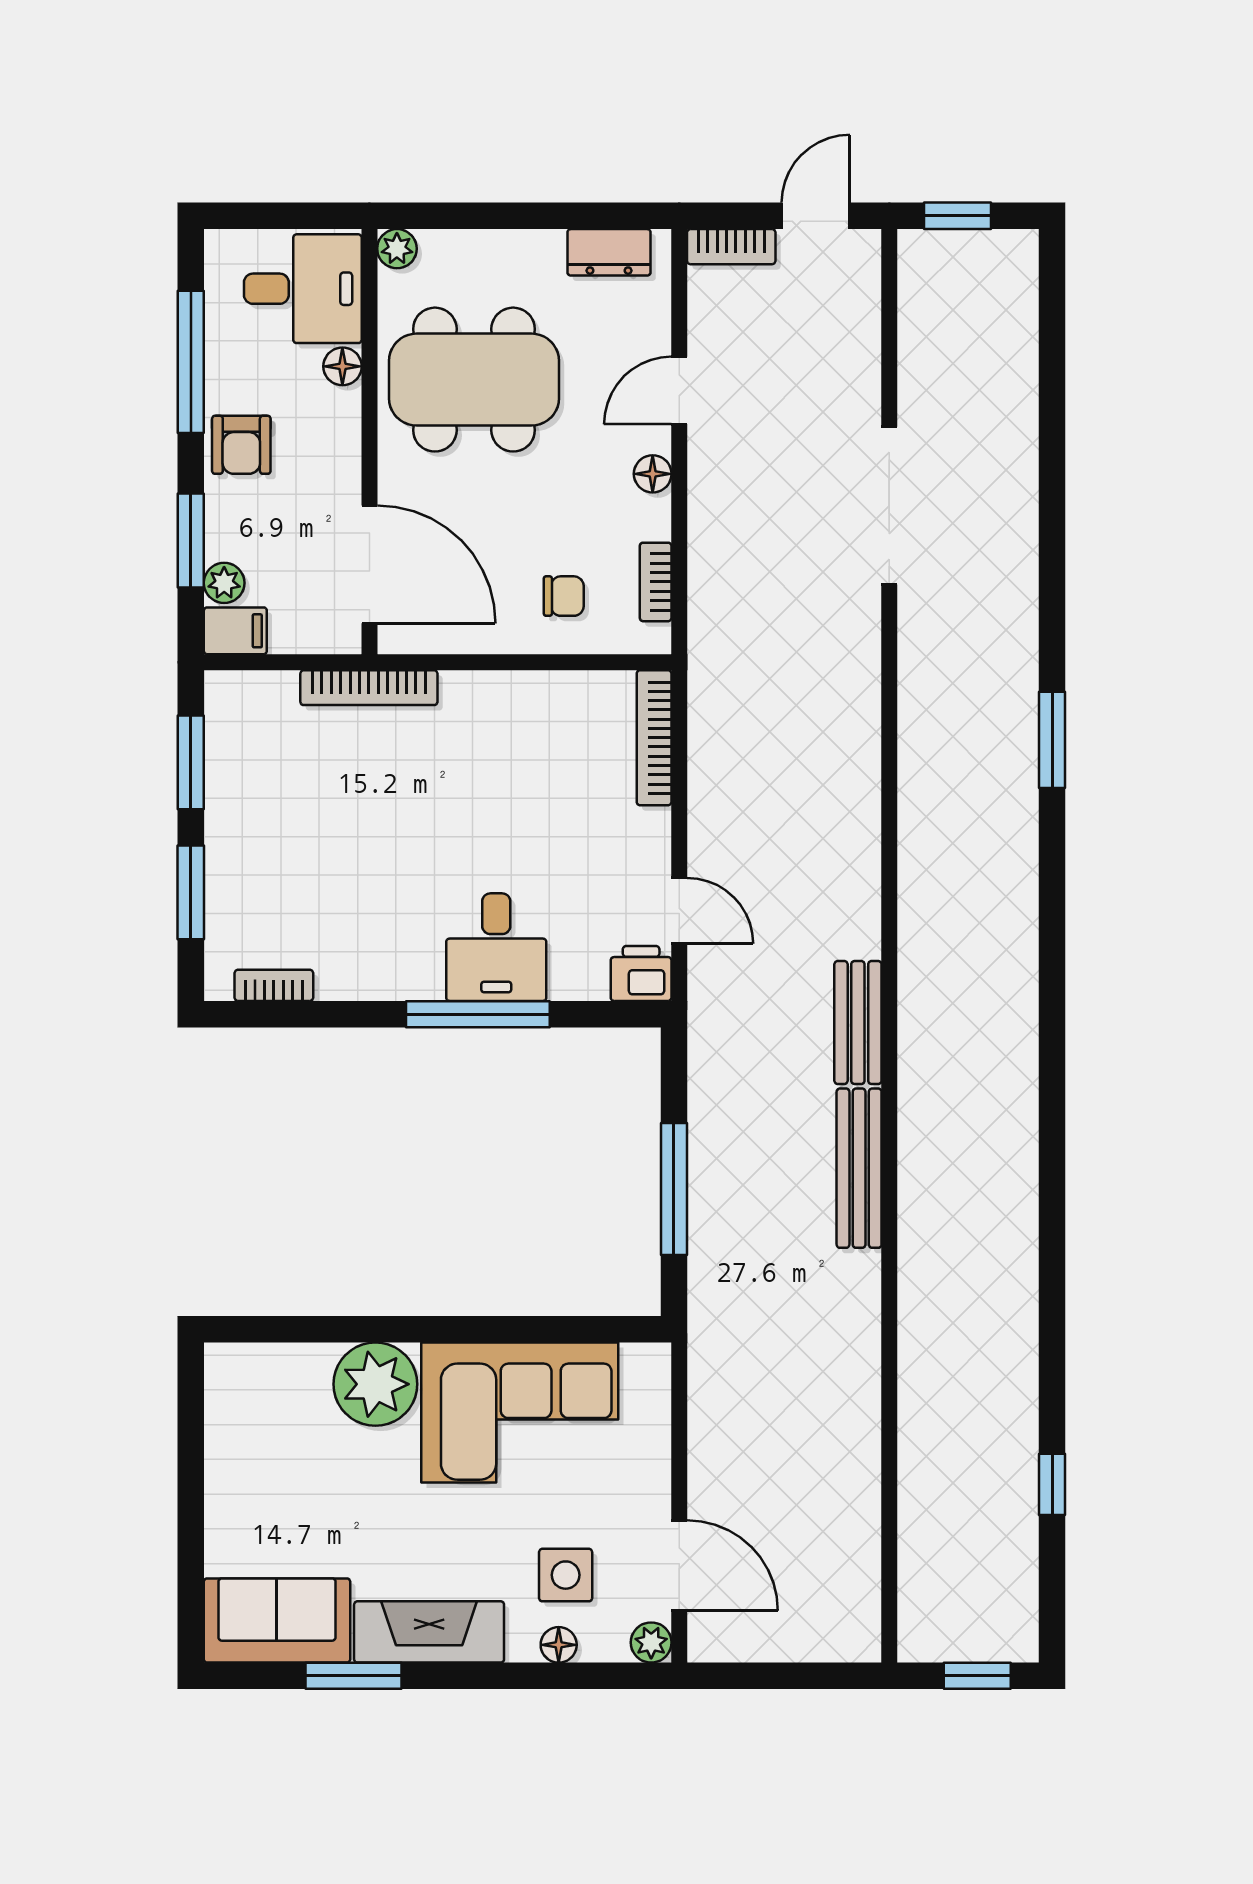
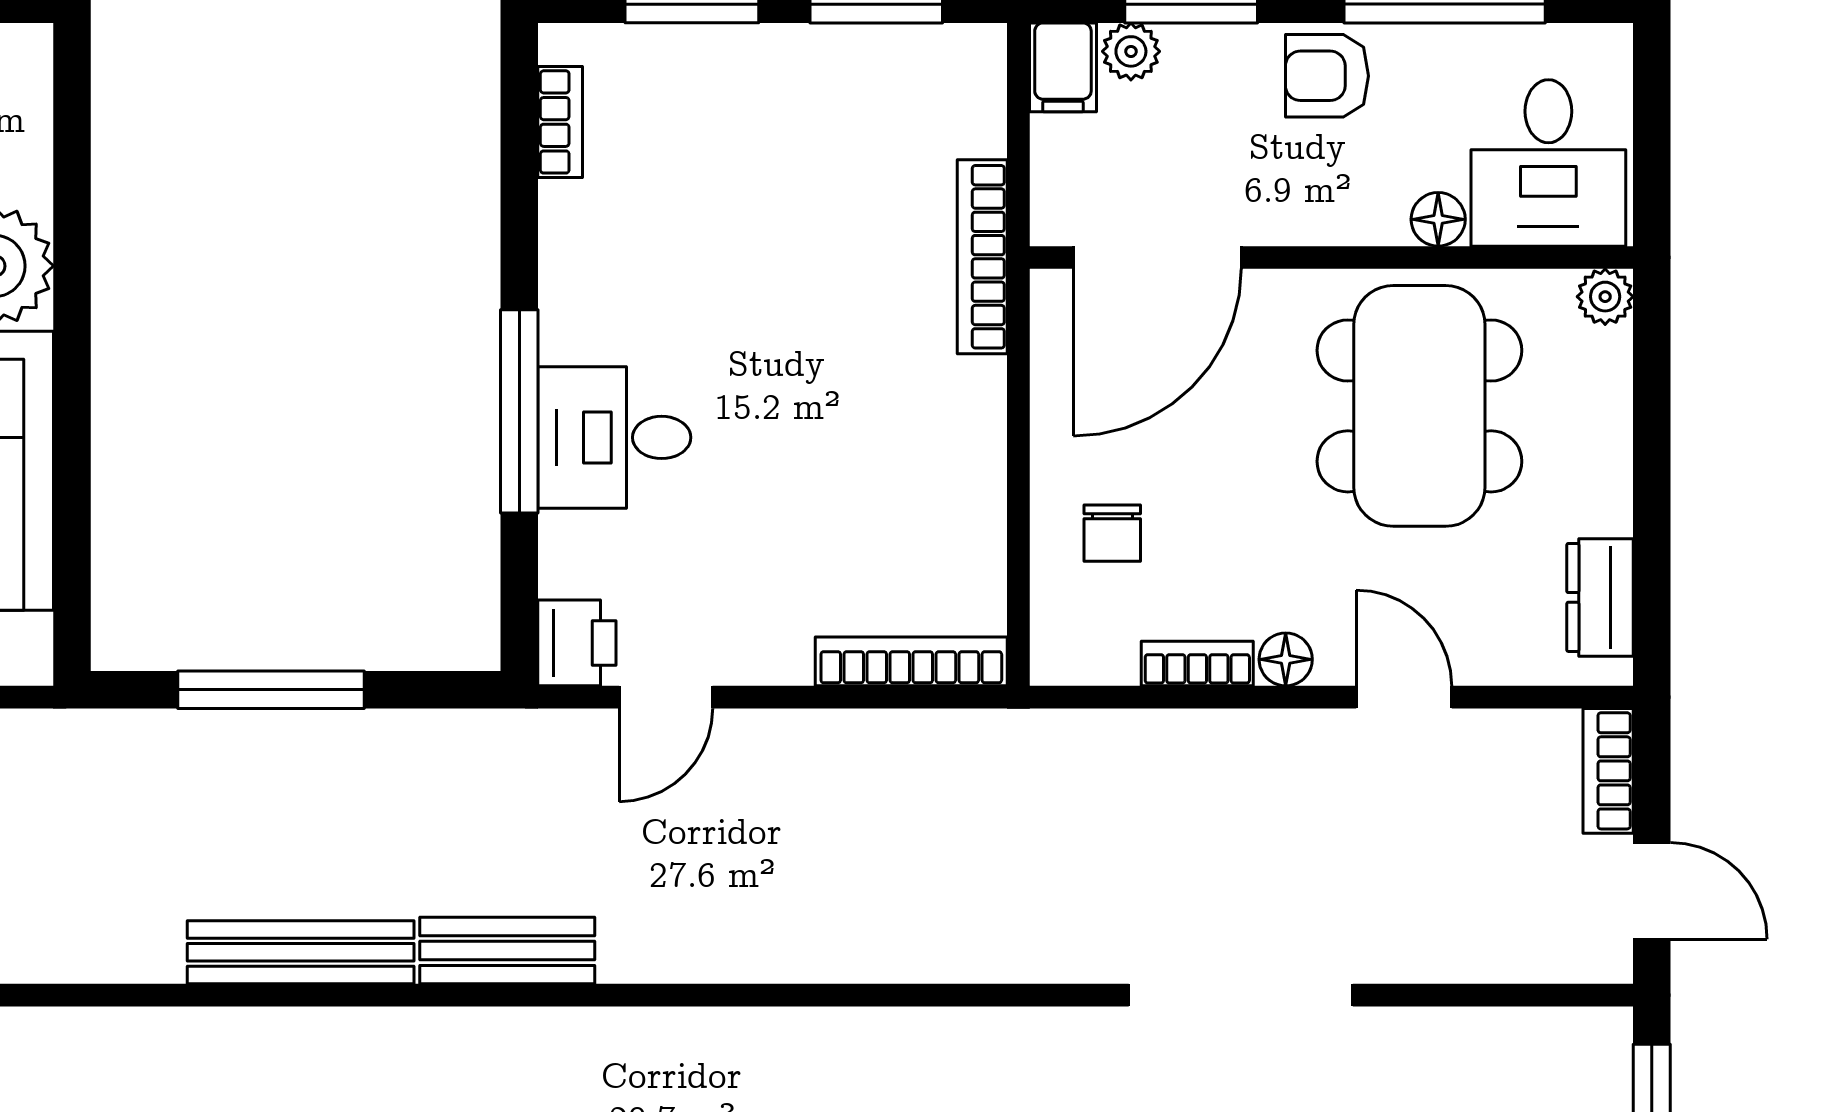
bookcase: (656, 582) -> (1197, 664), moved

